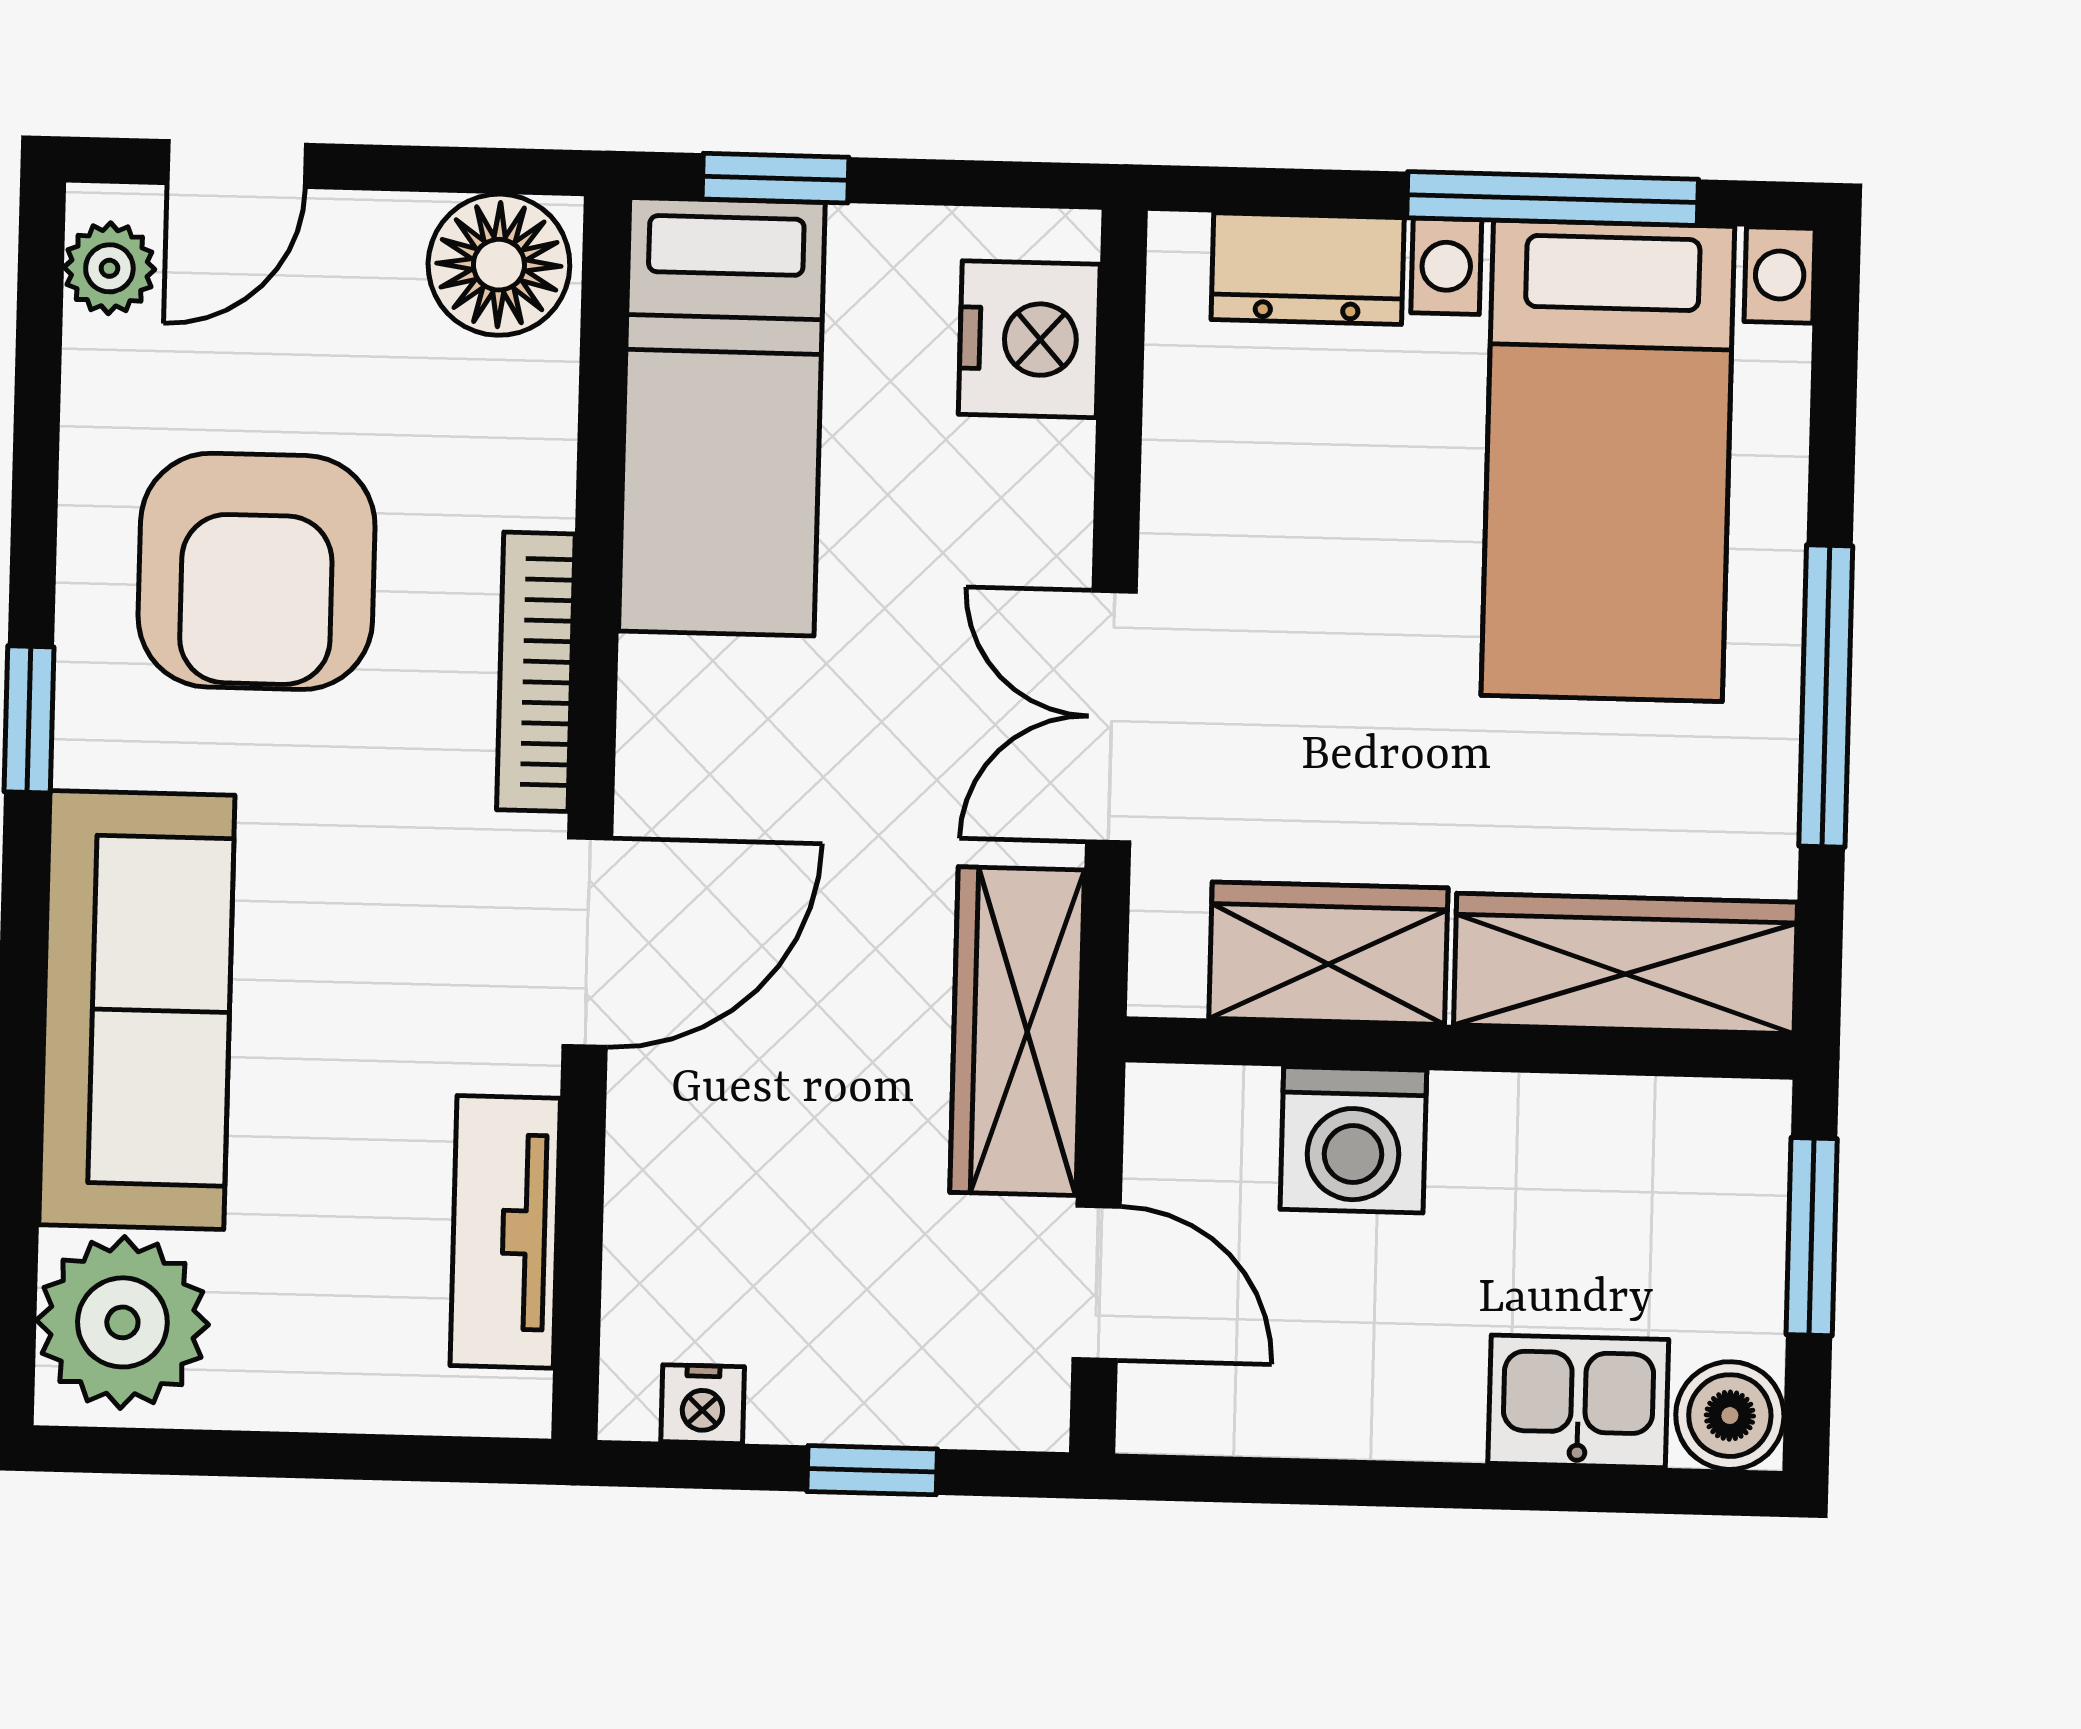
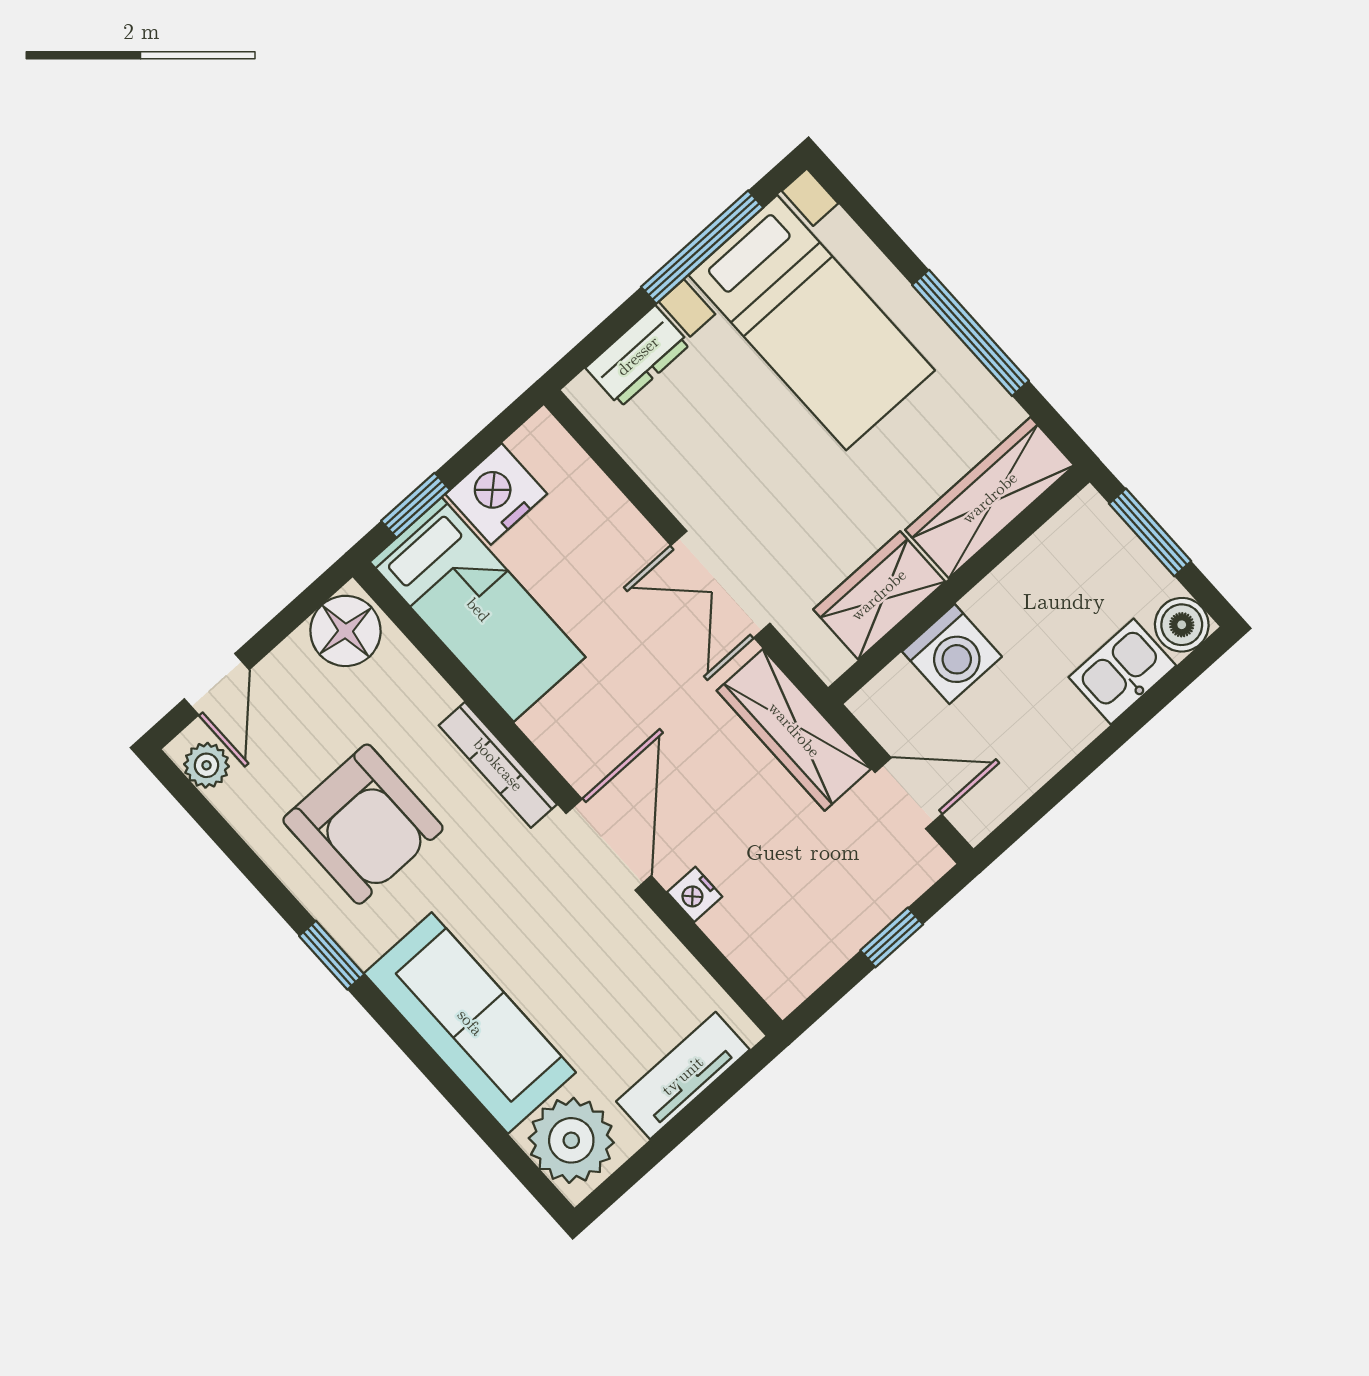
nightstand: (1029, 339) -> (496, 494), moved, turned -90
tv unit: (505, 1232) -> (683, 1076), moved, turned 90
nightstand: (703, 1404) -> (695, 894), moved, turned 90

